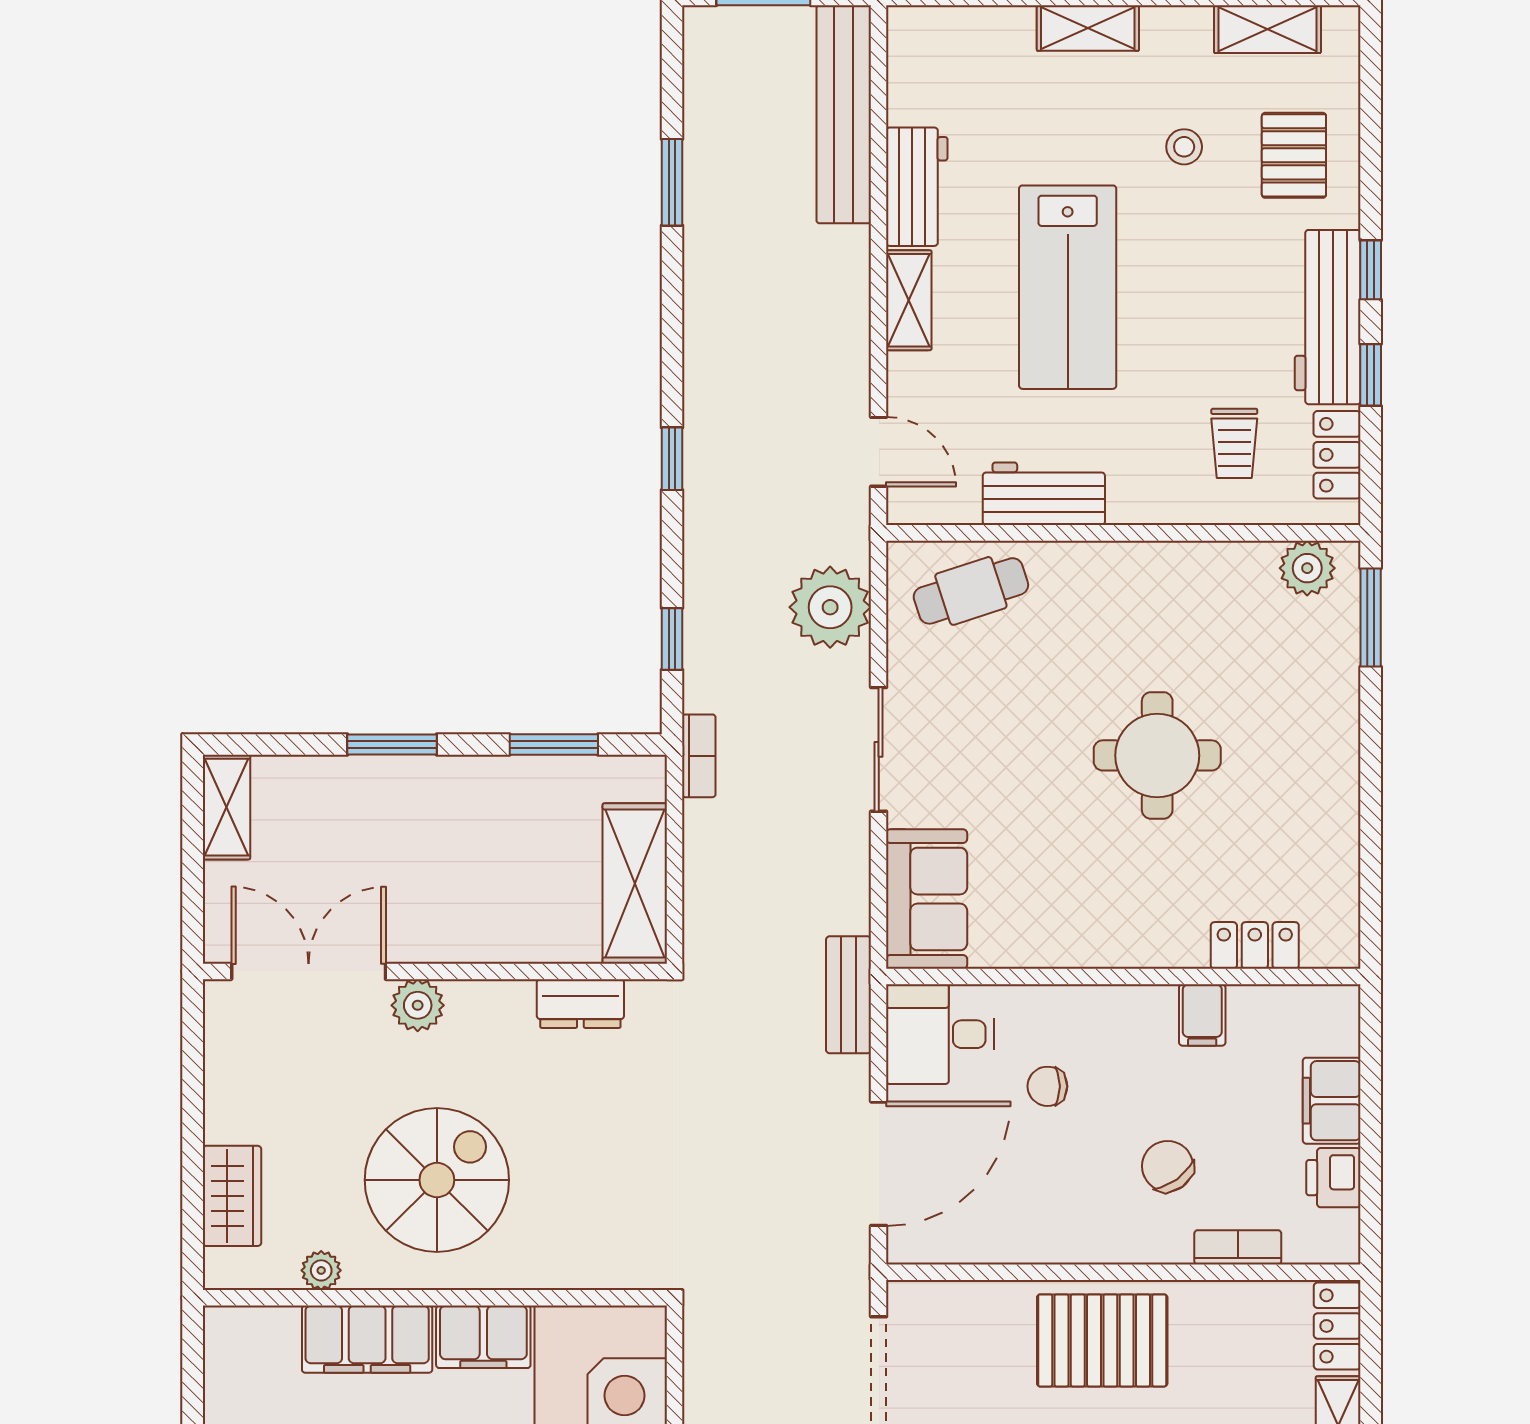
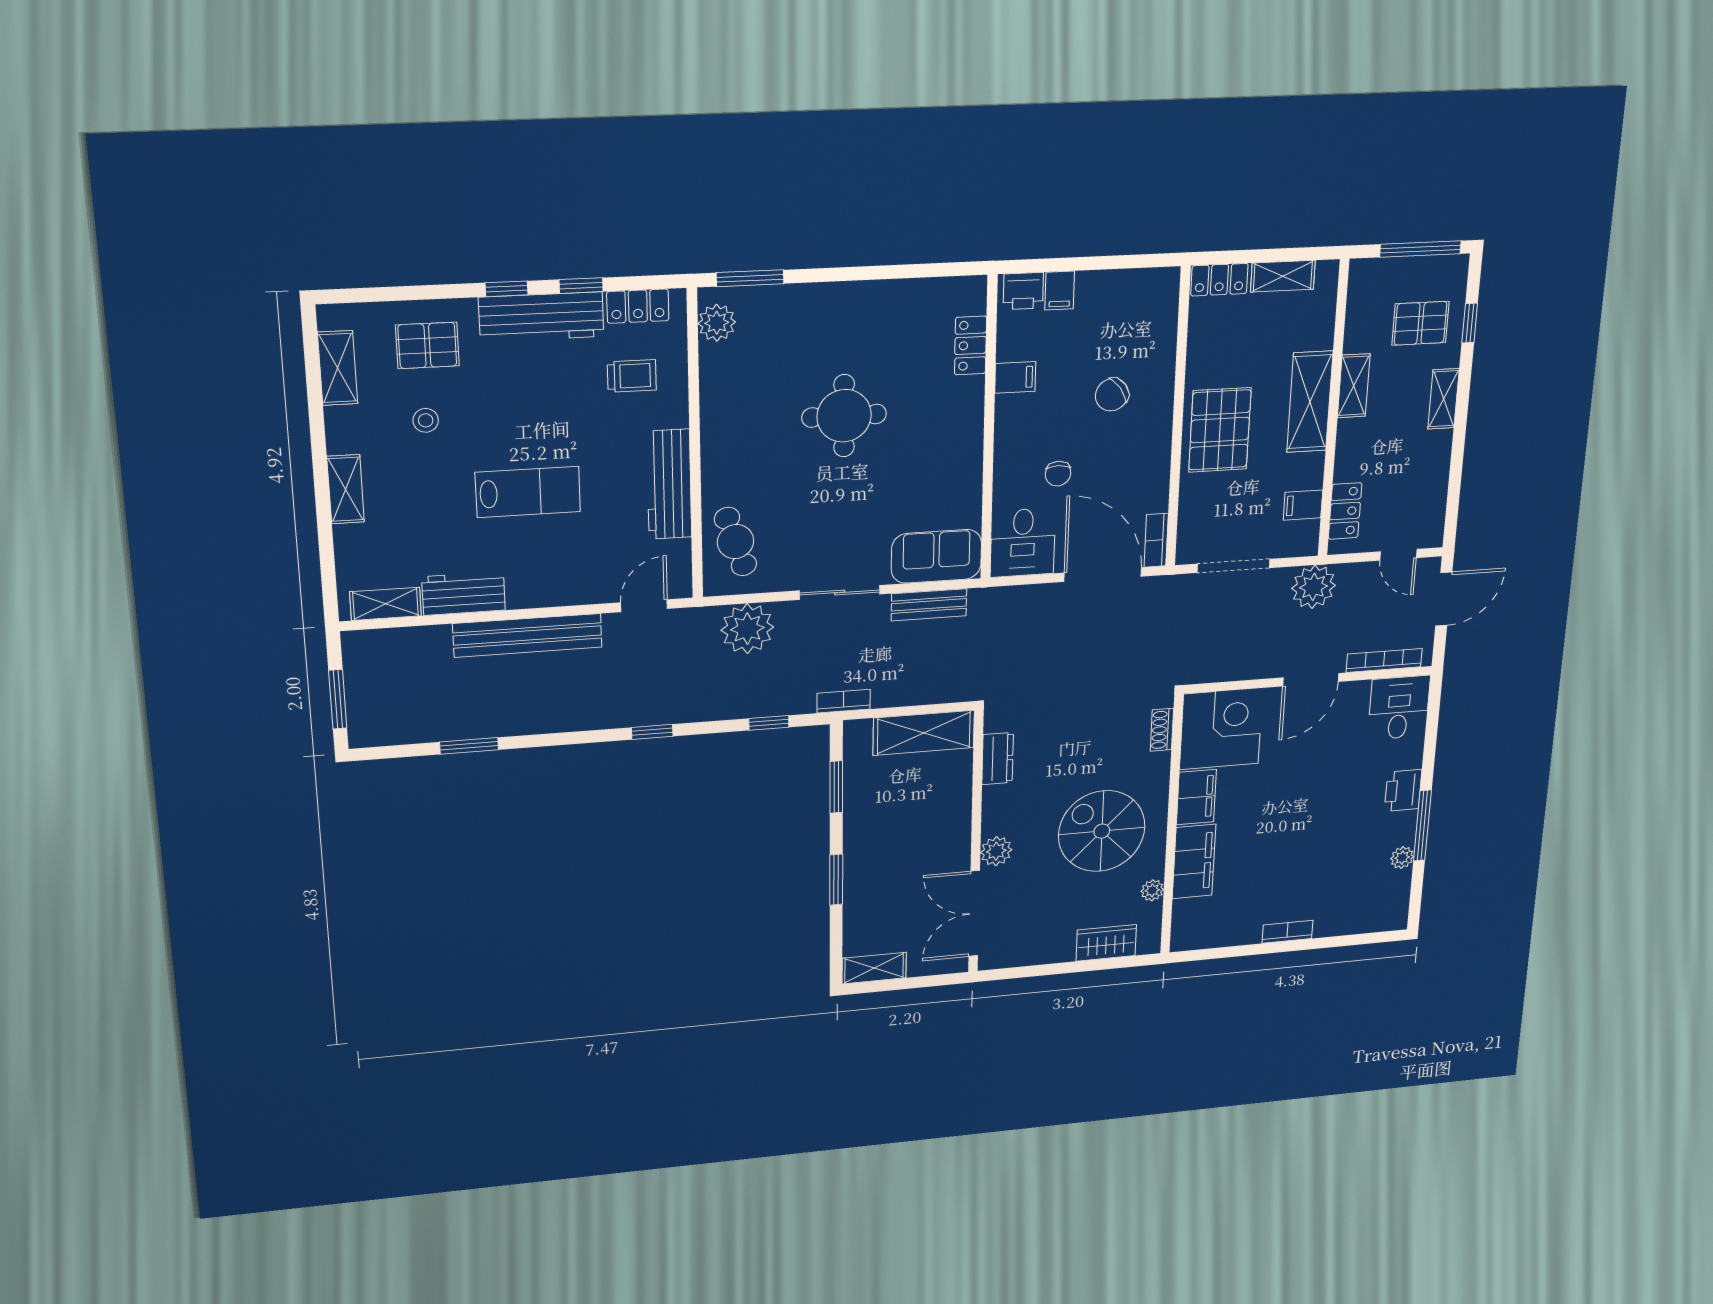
bench: (844, 114) -> (528, 635), moved
lab bench: (1068, 287) -> (528, 492), width x0.73, depth x0.72
shelving: (909, 300) -> (385, 604), moved
workbench: (1044, 494) -> (669, 484), width x1.38
bench: (849, 995) -> (929, 605), moved
filing cabinet: (1332, 1101) -> (1060, 291), width x0.50
printer: (1333, 1178) -> (1023, 291), moved
bookcase: (1238, 1247) -> (1156, 540), moved
shoe rack: (608, 1273) -> (1162, 730), added

